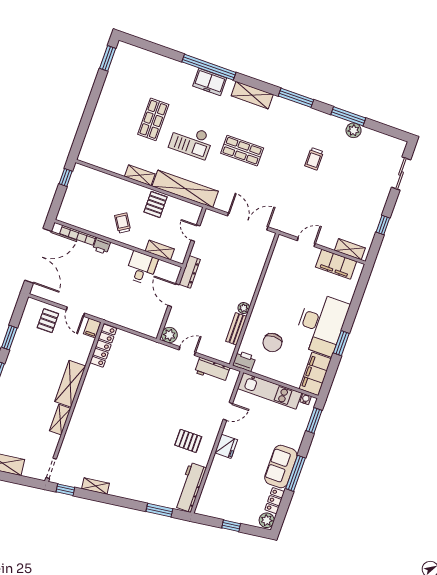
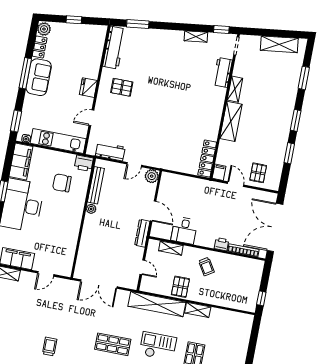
bench: (236, 329) -> (96, 185), width x1.36
chair: (272, 343) -> (62, 183), turned -90
workbench: (71, 441) -> (223, 72), added

